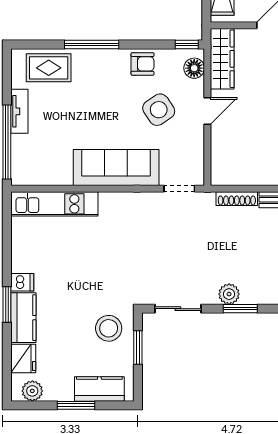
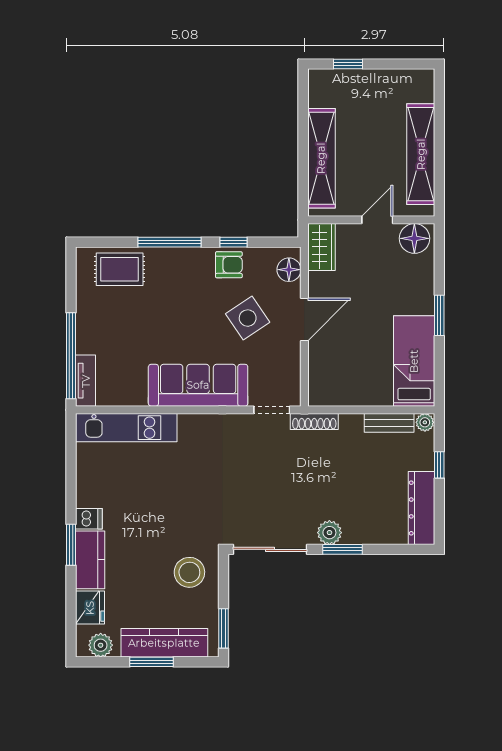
window: (187, 44) -> (234, 242), moved
wardrobe: (222, 59) -> (322, 247), width x0.67
tv unit: (19, 111) -> (86, 381), moved
door: (207, 111) -> (304, 320), width x1.38
shoe rack: (237, 199) -> (314, 422), moved
sliding door: (178, 309) -> (270, 549), width x1.37
window: (138, 347) -> (223, 628), moved
kitchen counter: (99, 389) -> (164, 643), width x1.50

